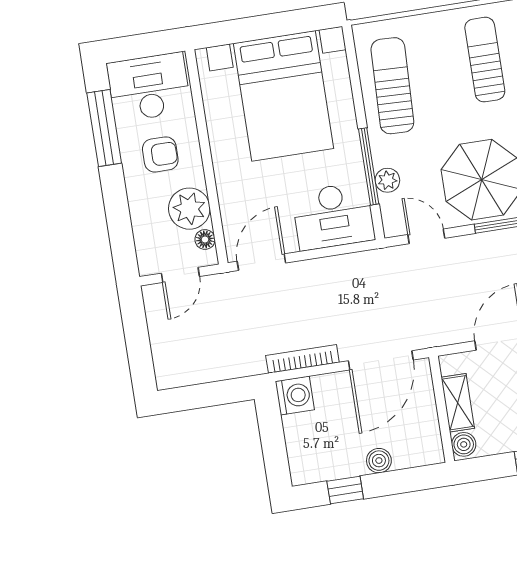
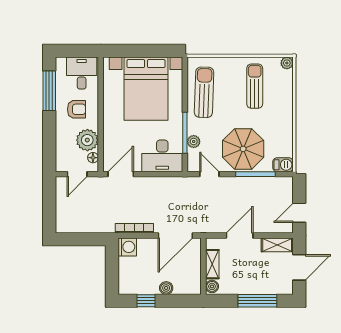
desk: (149, 87) -> (82, 73), width x0.73

